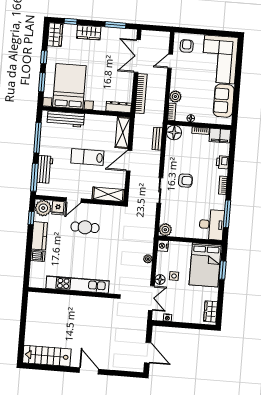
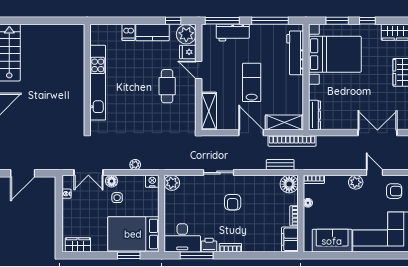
bookcase: (141, 94) -> (292, 141), moved
plant: (175, 97) -> (356, 182), moved
printer: (223, 162) -> (209, 245), moved

